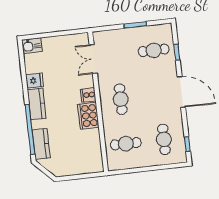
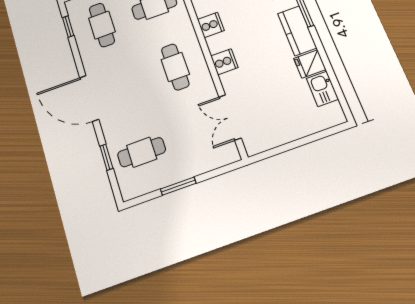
kitchen sink: (32, 46) -> (322, 89), moved, turned -90
double door: (93, 59) -> (230, 117), swing flipped
cooker: (88, 116) -> (211, 25), width x0.53, depth x0.76

